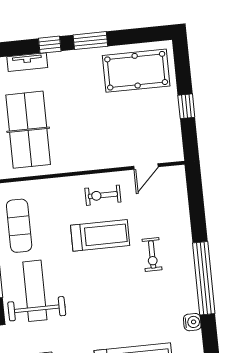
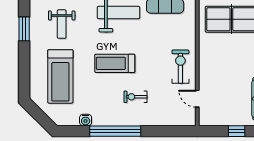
exercise bike: (103, 195) -> (180, 67), width x1.38, depth x1.39
treadmill: (100, 235) -> (115, 63), moved, turned 90

